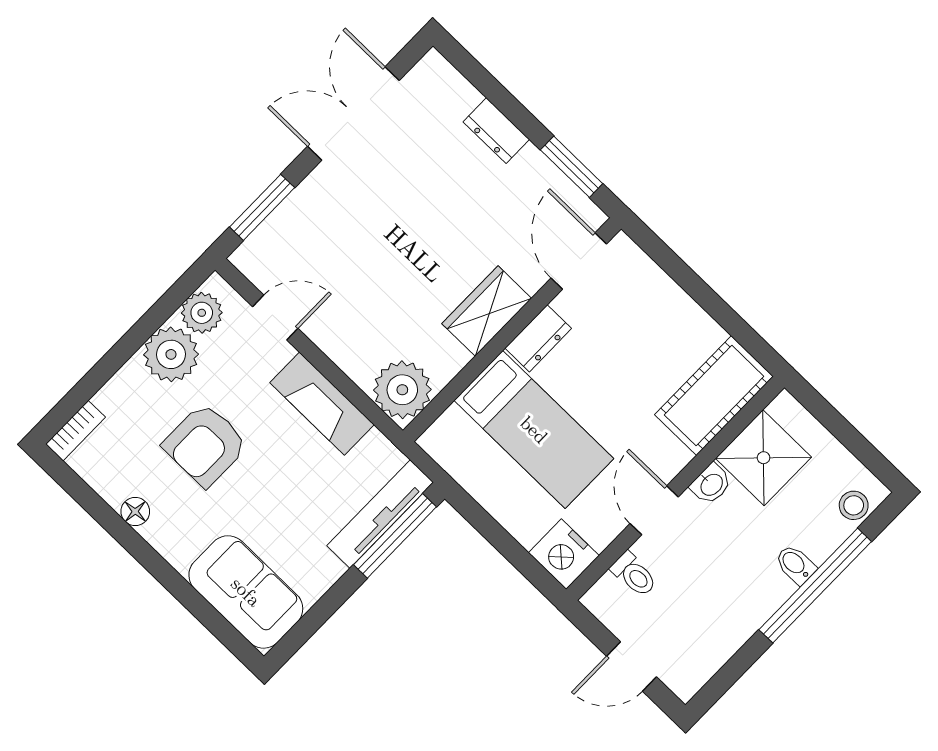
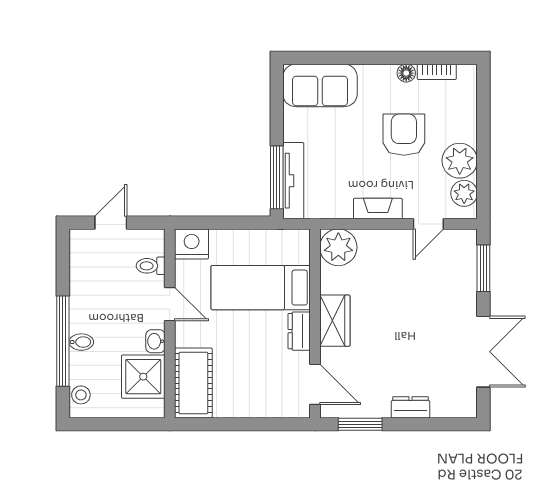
fireplace: (322, 404) -> (378, 209), width x0.73, depth x0.76
bookcase: (75, 431) -> (437, 72), moved, turned -90

